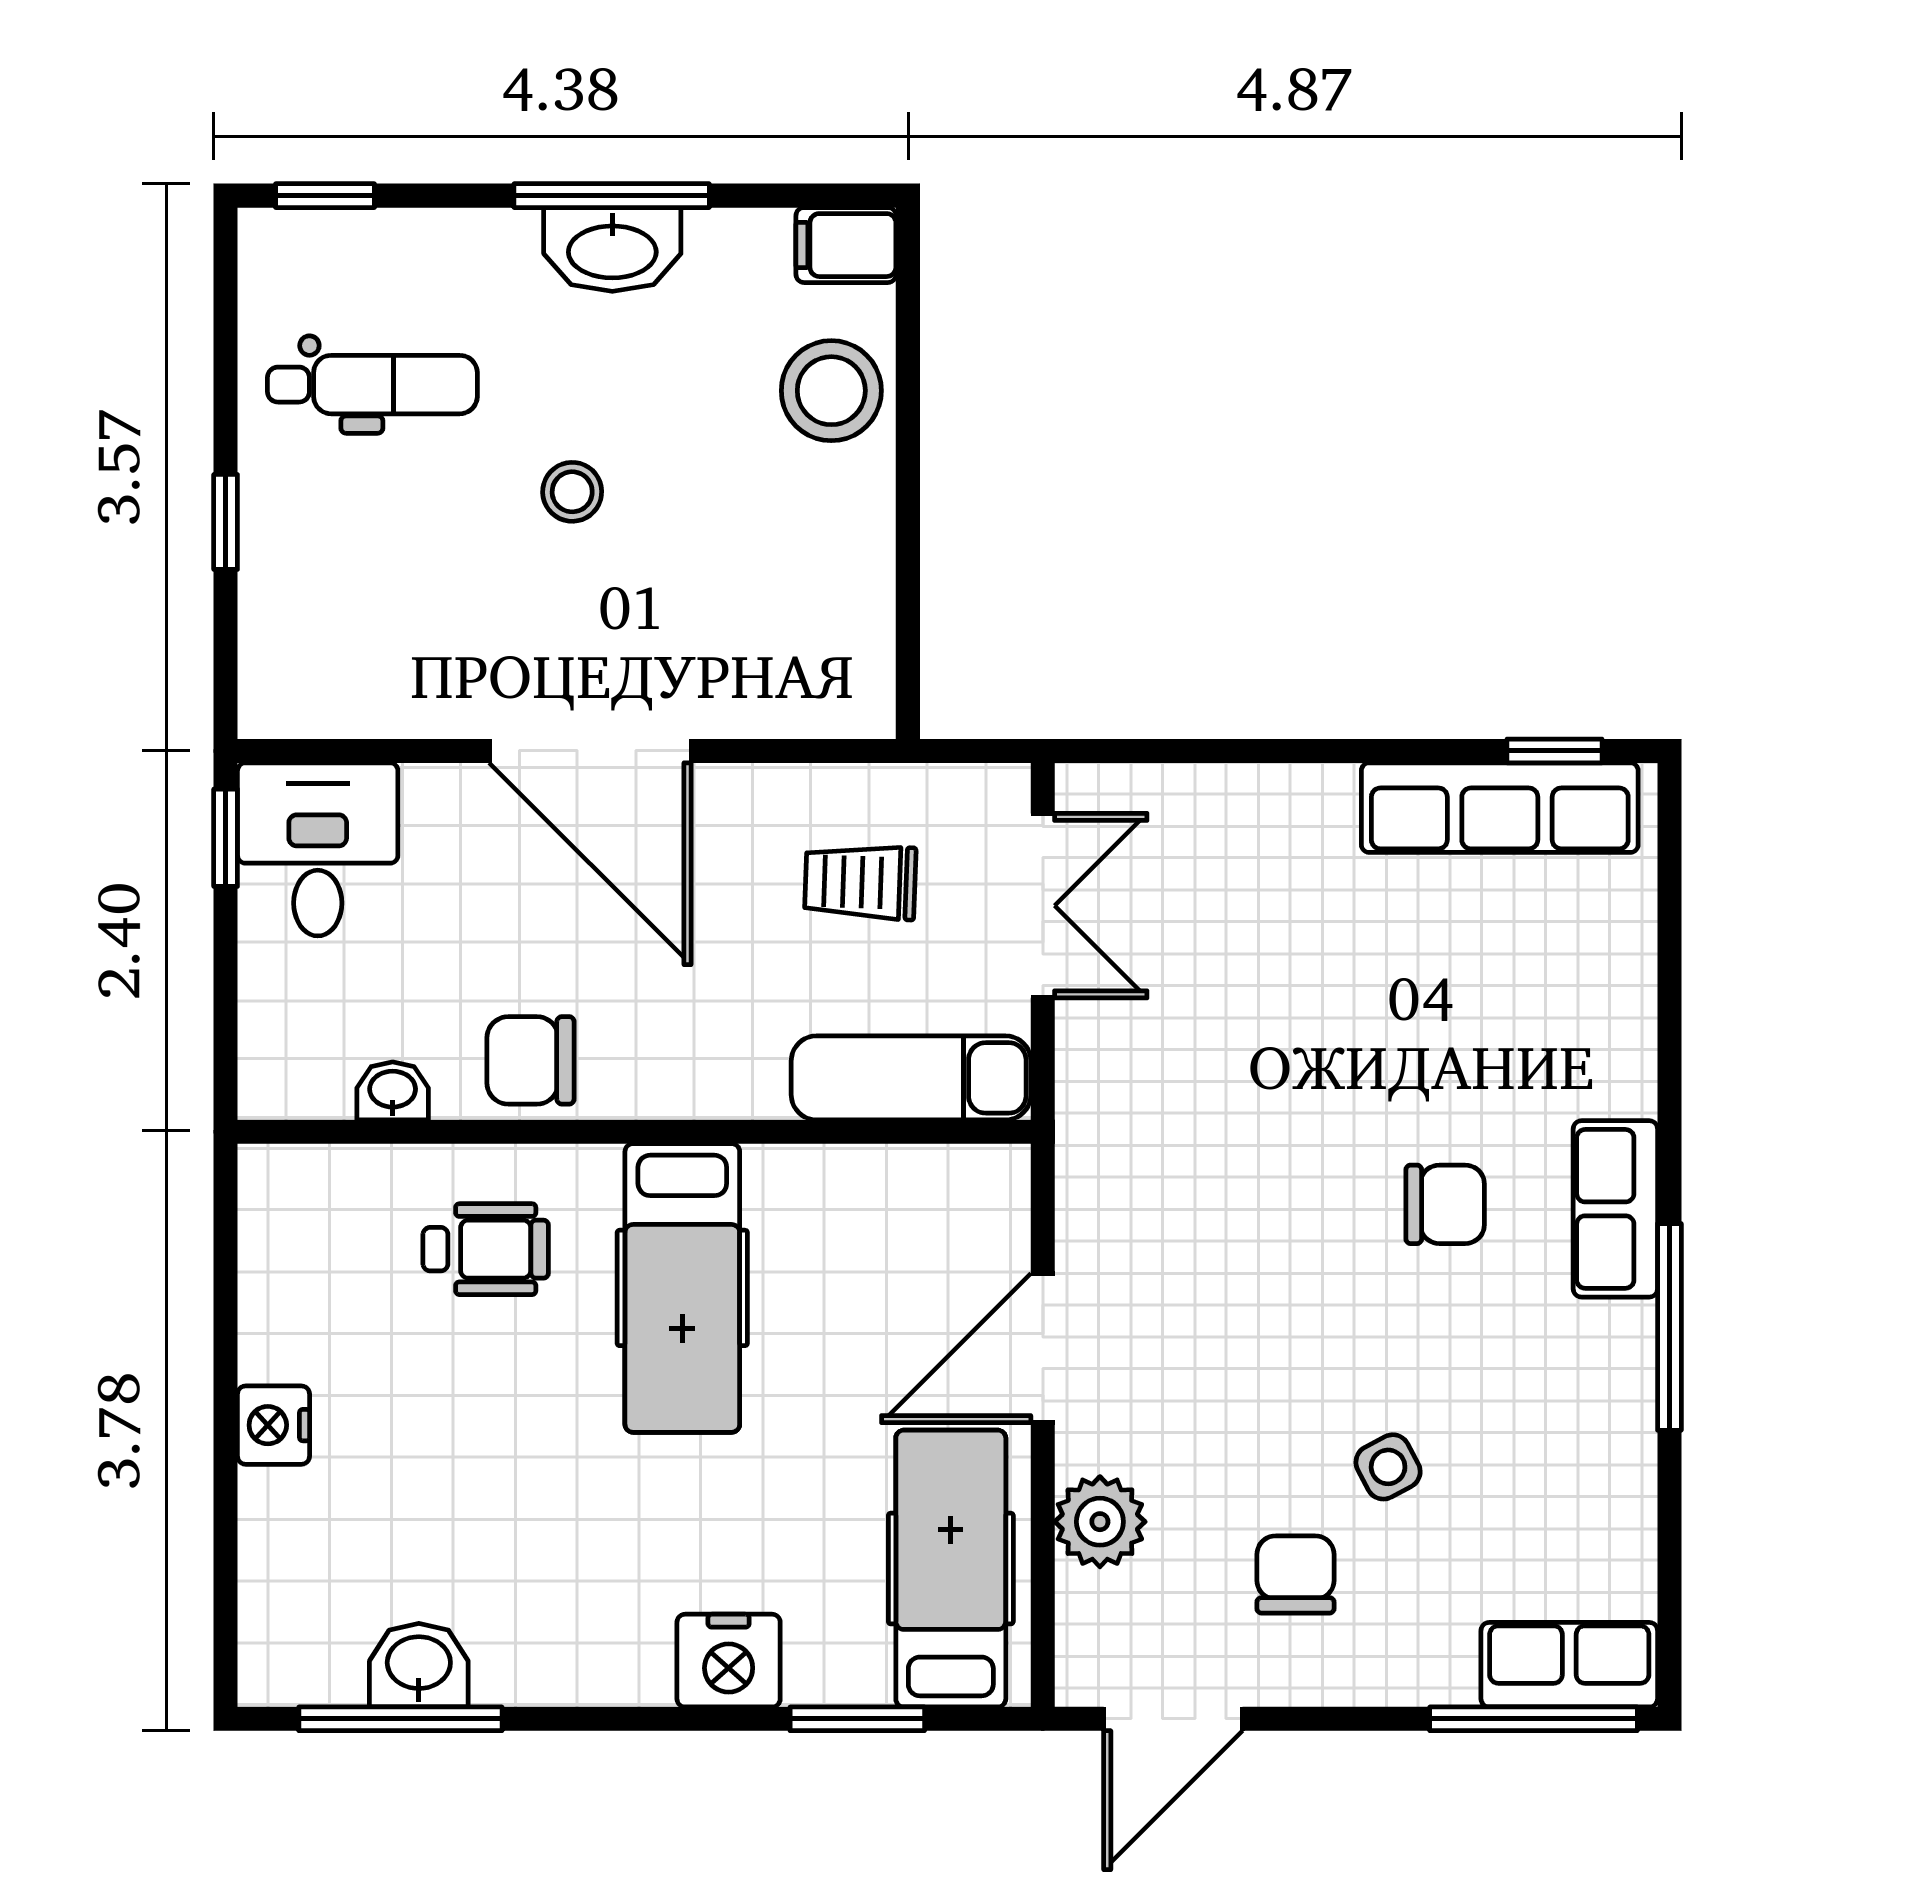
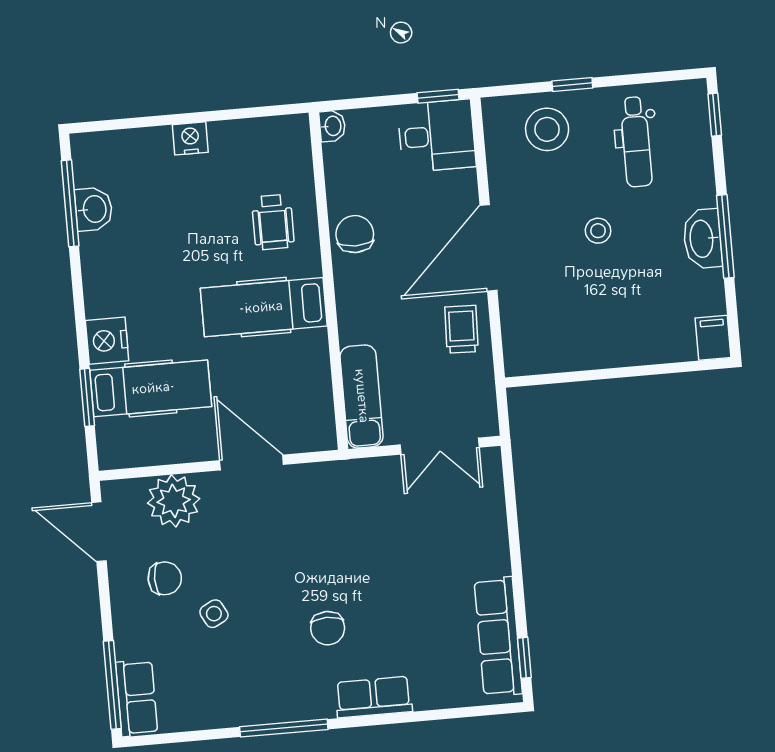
stool: (831, 391) -> (547, 129), moved
trolley: (860, 882) -> (462, 329), moved
washbasin: (393, 1091) -> (332, 126), moved
row of seats: (1615, 1209) -> (374, 697), moved
plant: (1100, 1522) -> (174, 501), width x1.36, depth x1.36
hospital bed: (951, 1569) -> (151, 388), moved

